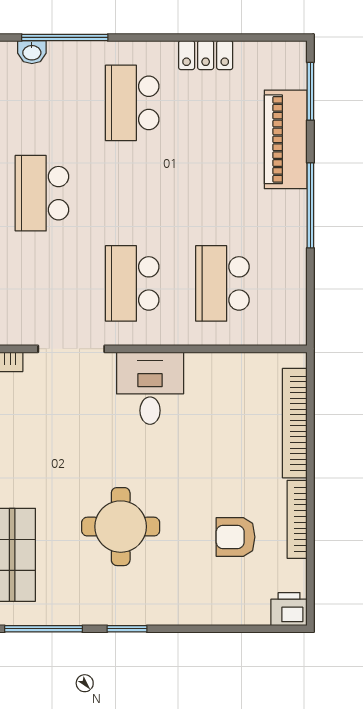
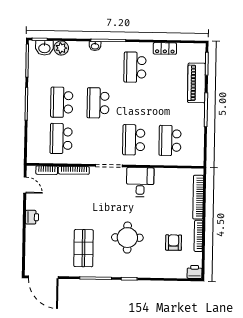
armchair: (236, 537) -> (174, 243), turned 90

